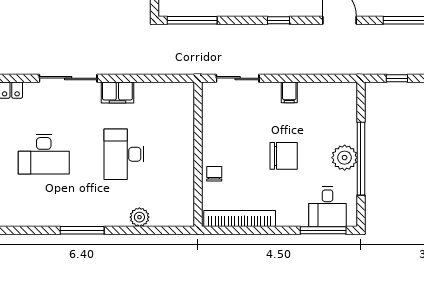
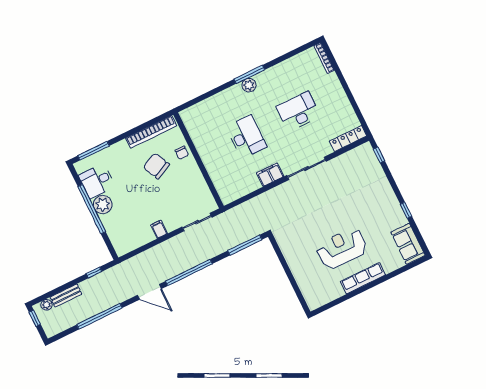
window: (278, 20) -> (189, 272), width x3.17
chair: (284, 156) -> (156, 166), moved, turned 64
desk: (328, 207) -> (97, 181), moved, turned -90
plant: (139, 217) -> (249, 85), moved

